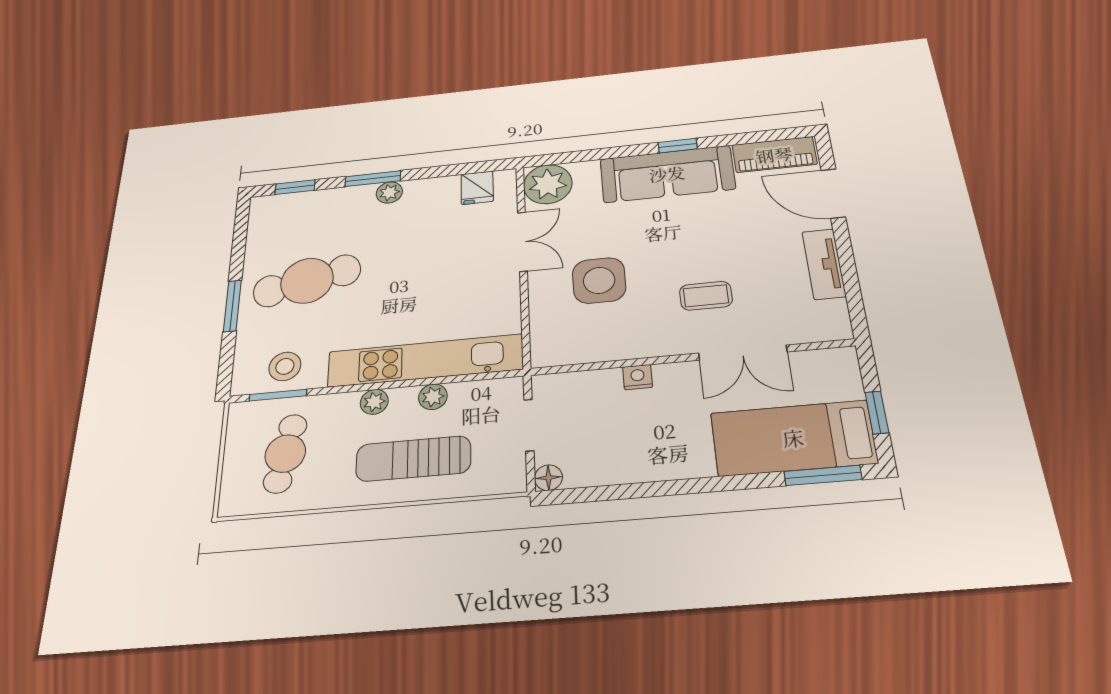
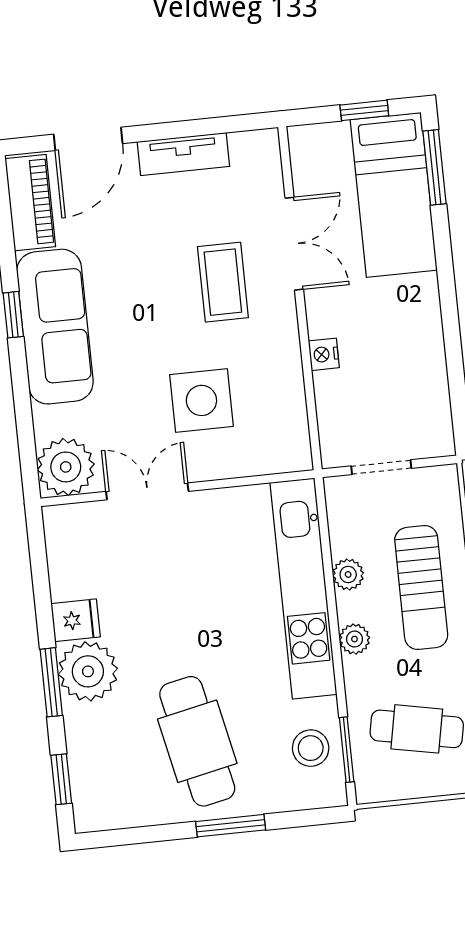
fridge: (477, 188) -> (76, 620), moved
plant: (389, 192) -> (88, 671), width x1.87, depth x1.87
coffee table: (706, 296) -> (223, 282), width x1.36, depth x1.30
floor lamp: (548, 478) -> (441, 443), removed

